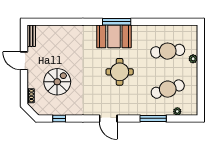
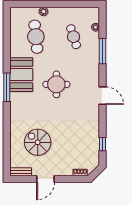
booth: (114, 36) -> (21, 75), moved
spiral stairs: (57, 82) -> (38, 142), moved
cafe table: (168, 89) -> (73, 37), width x0.73, depth x0.74
door: (108, 118) -> (103, 96), hinge flipped

